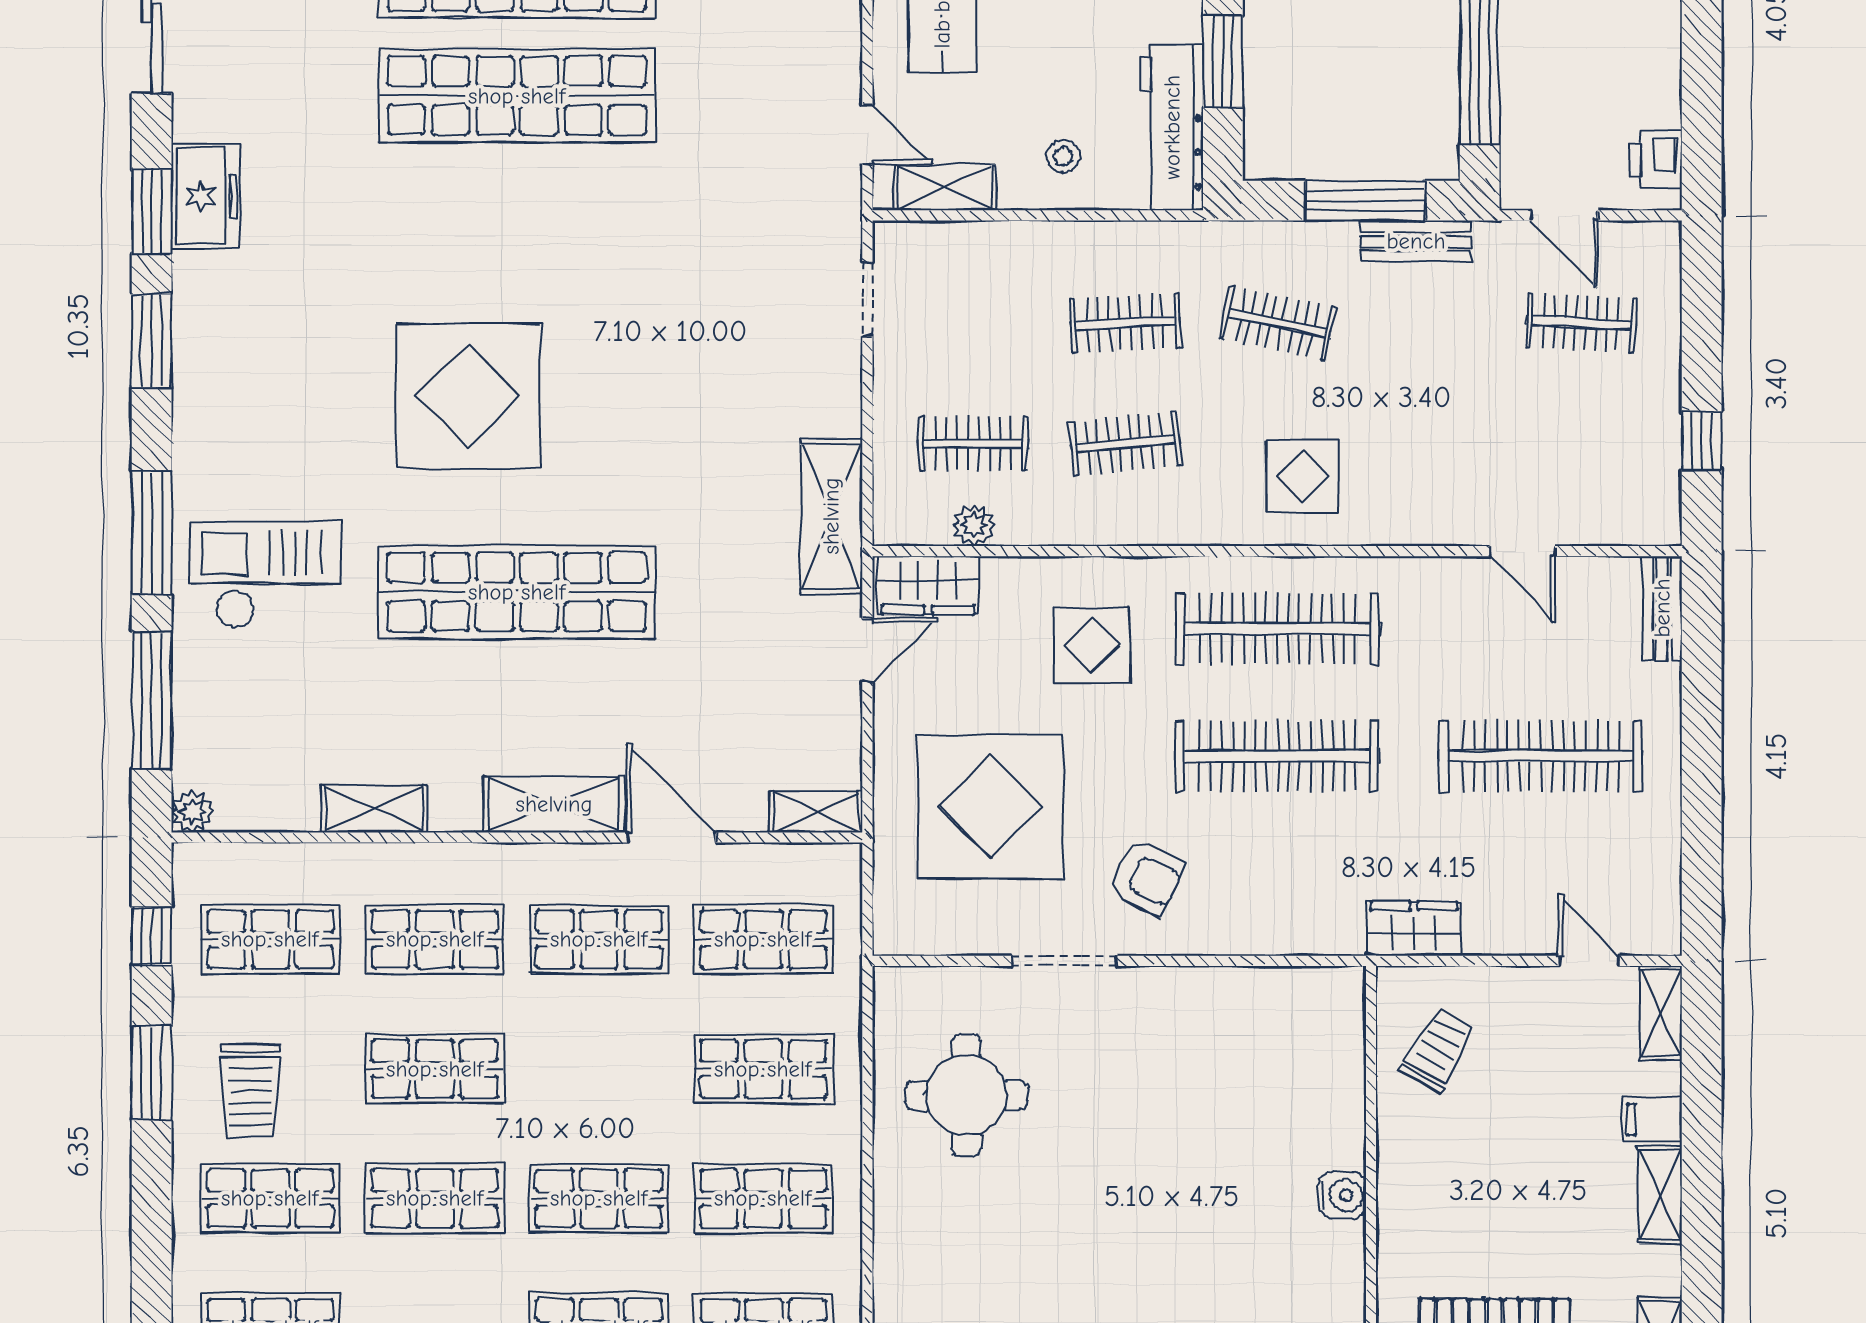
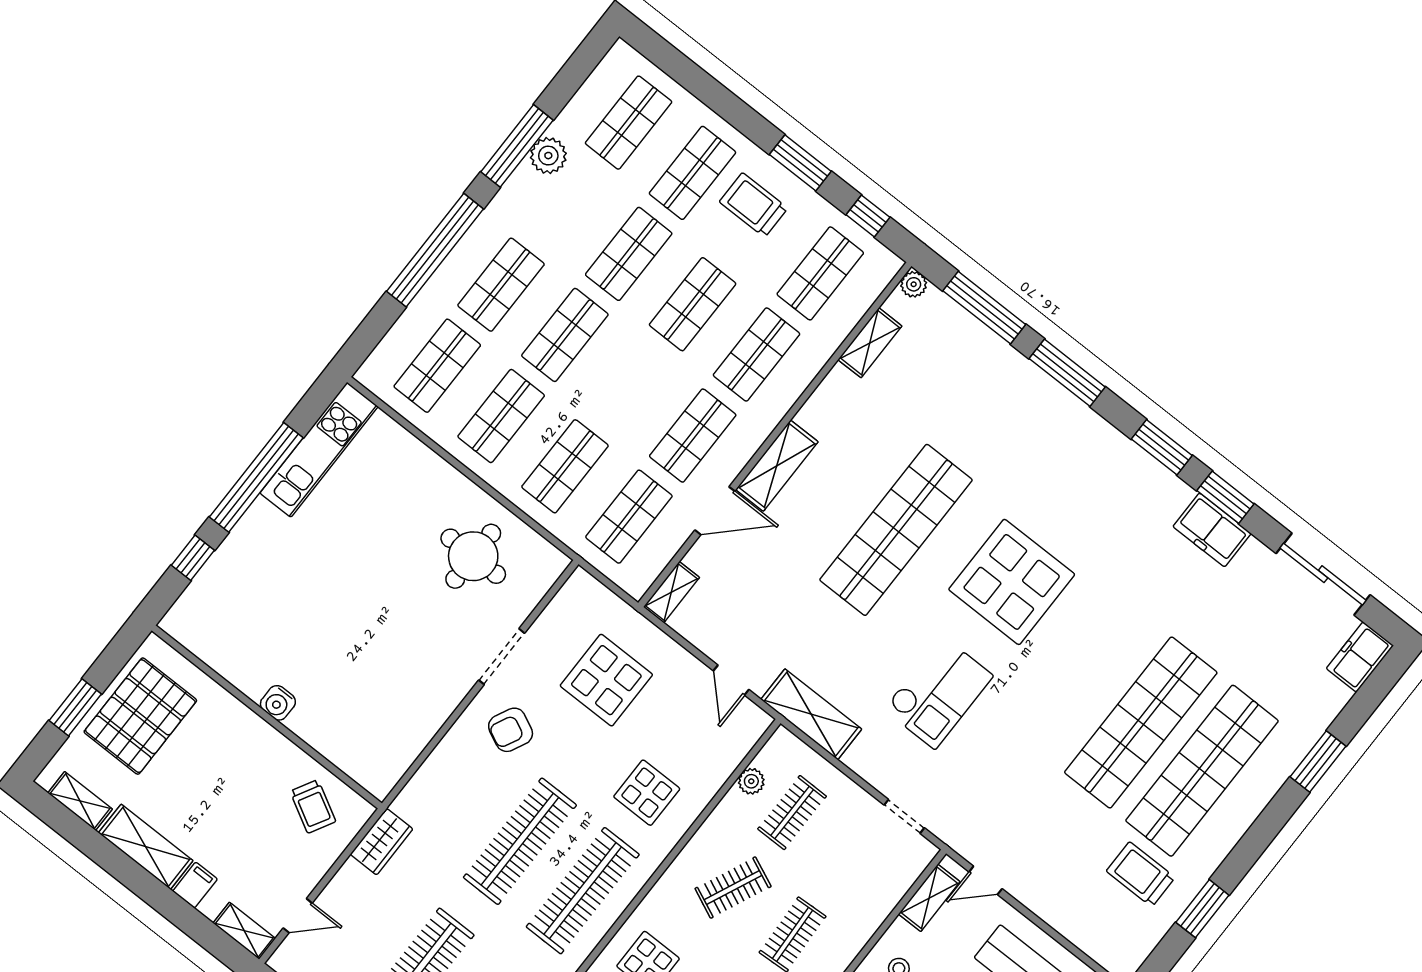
clothes rail: (1125, 444) -> (733, 888), turned 30
checkout: (265, 575) -> (938, 692), moved
wardrobe: (928, 585) -> (740, 735), removed
display table: (990, 806) -> (606, 680), width x0.73, depth x0.73
shelving: (374, 809) -> (870, 343), moved
shelving: (1660, 1195) -> (146, 847), width x1.50, depth x1.33

